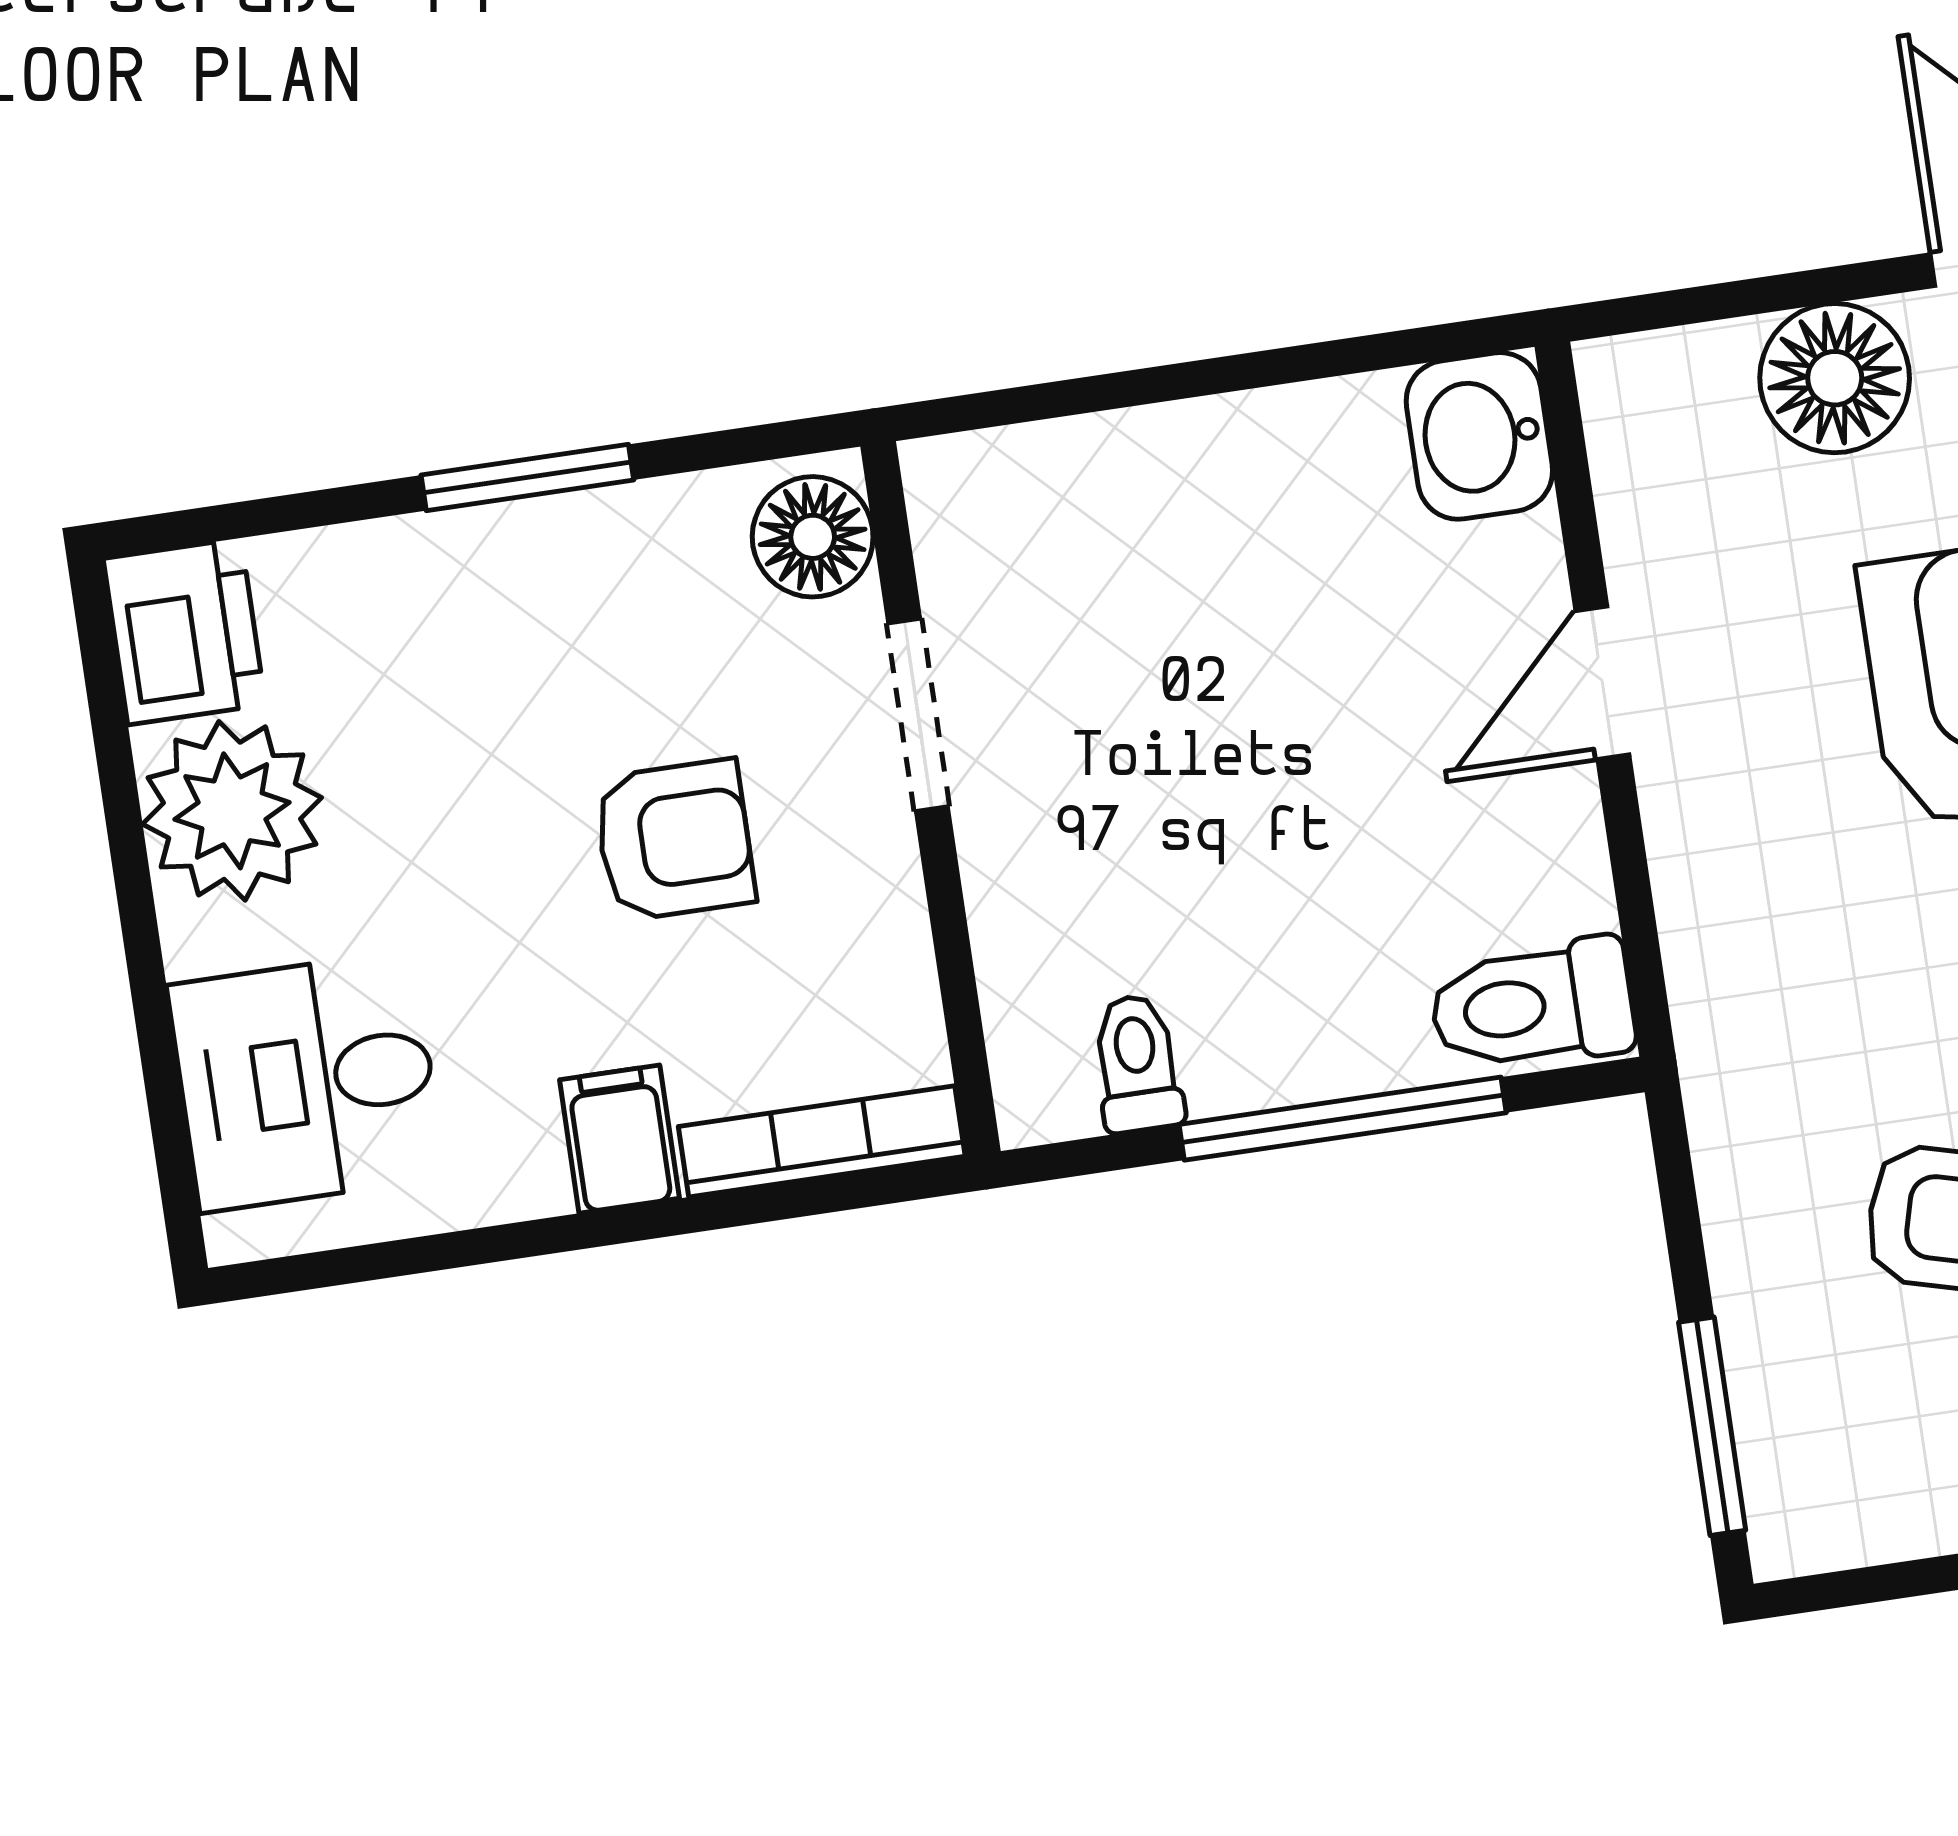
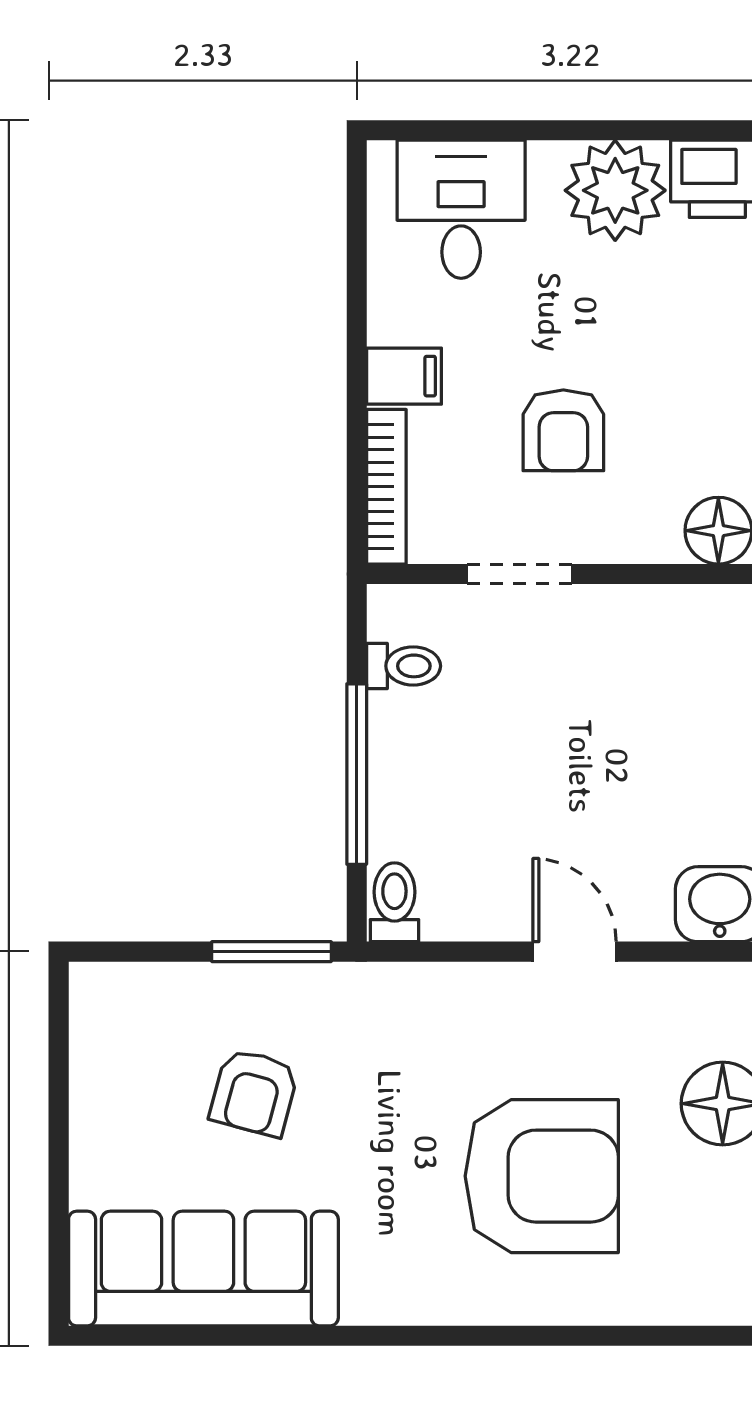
doorway: (918, 715) -> (519, 574), moved
toilet: (1532, 1005) -> (394, 902), width x0.73, depth x0.72
window: (1712, 1426) -> (271, 952), moved

